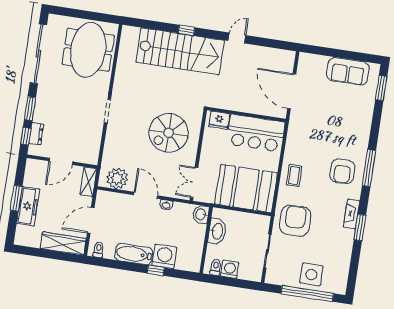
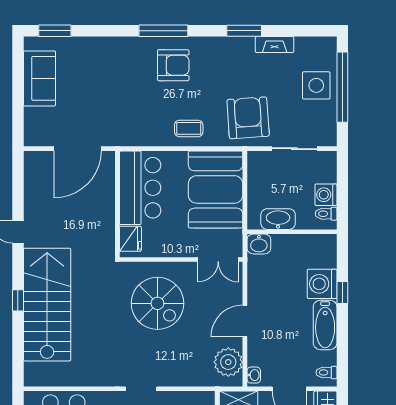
washbasin: (166, 205) -> (254, 375), moved
fireplace: (352, 214) -> (275, 44), moved
armchair: (295, 221) -> (248, 118), turned 86

